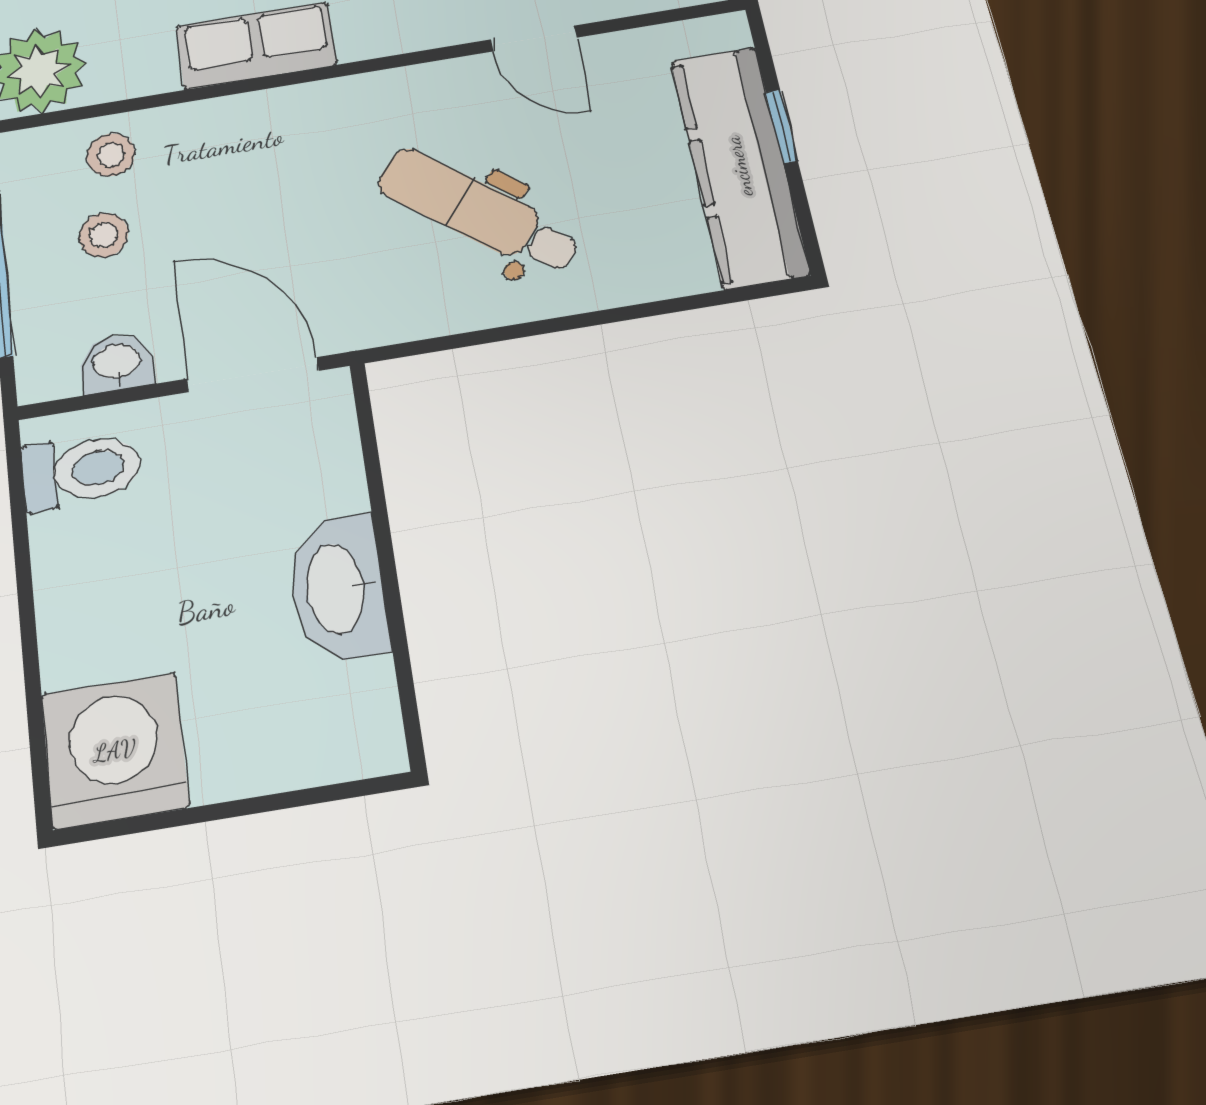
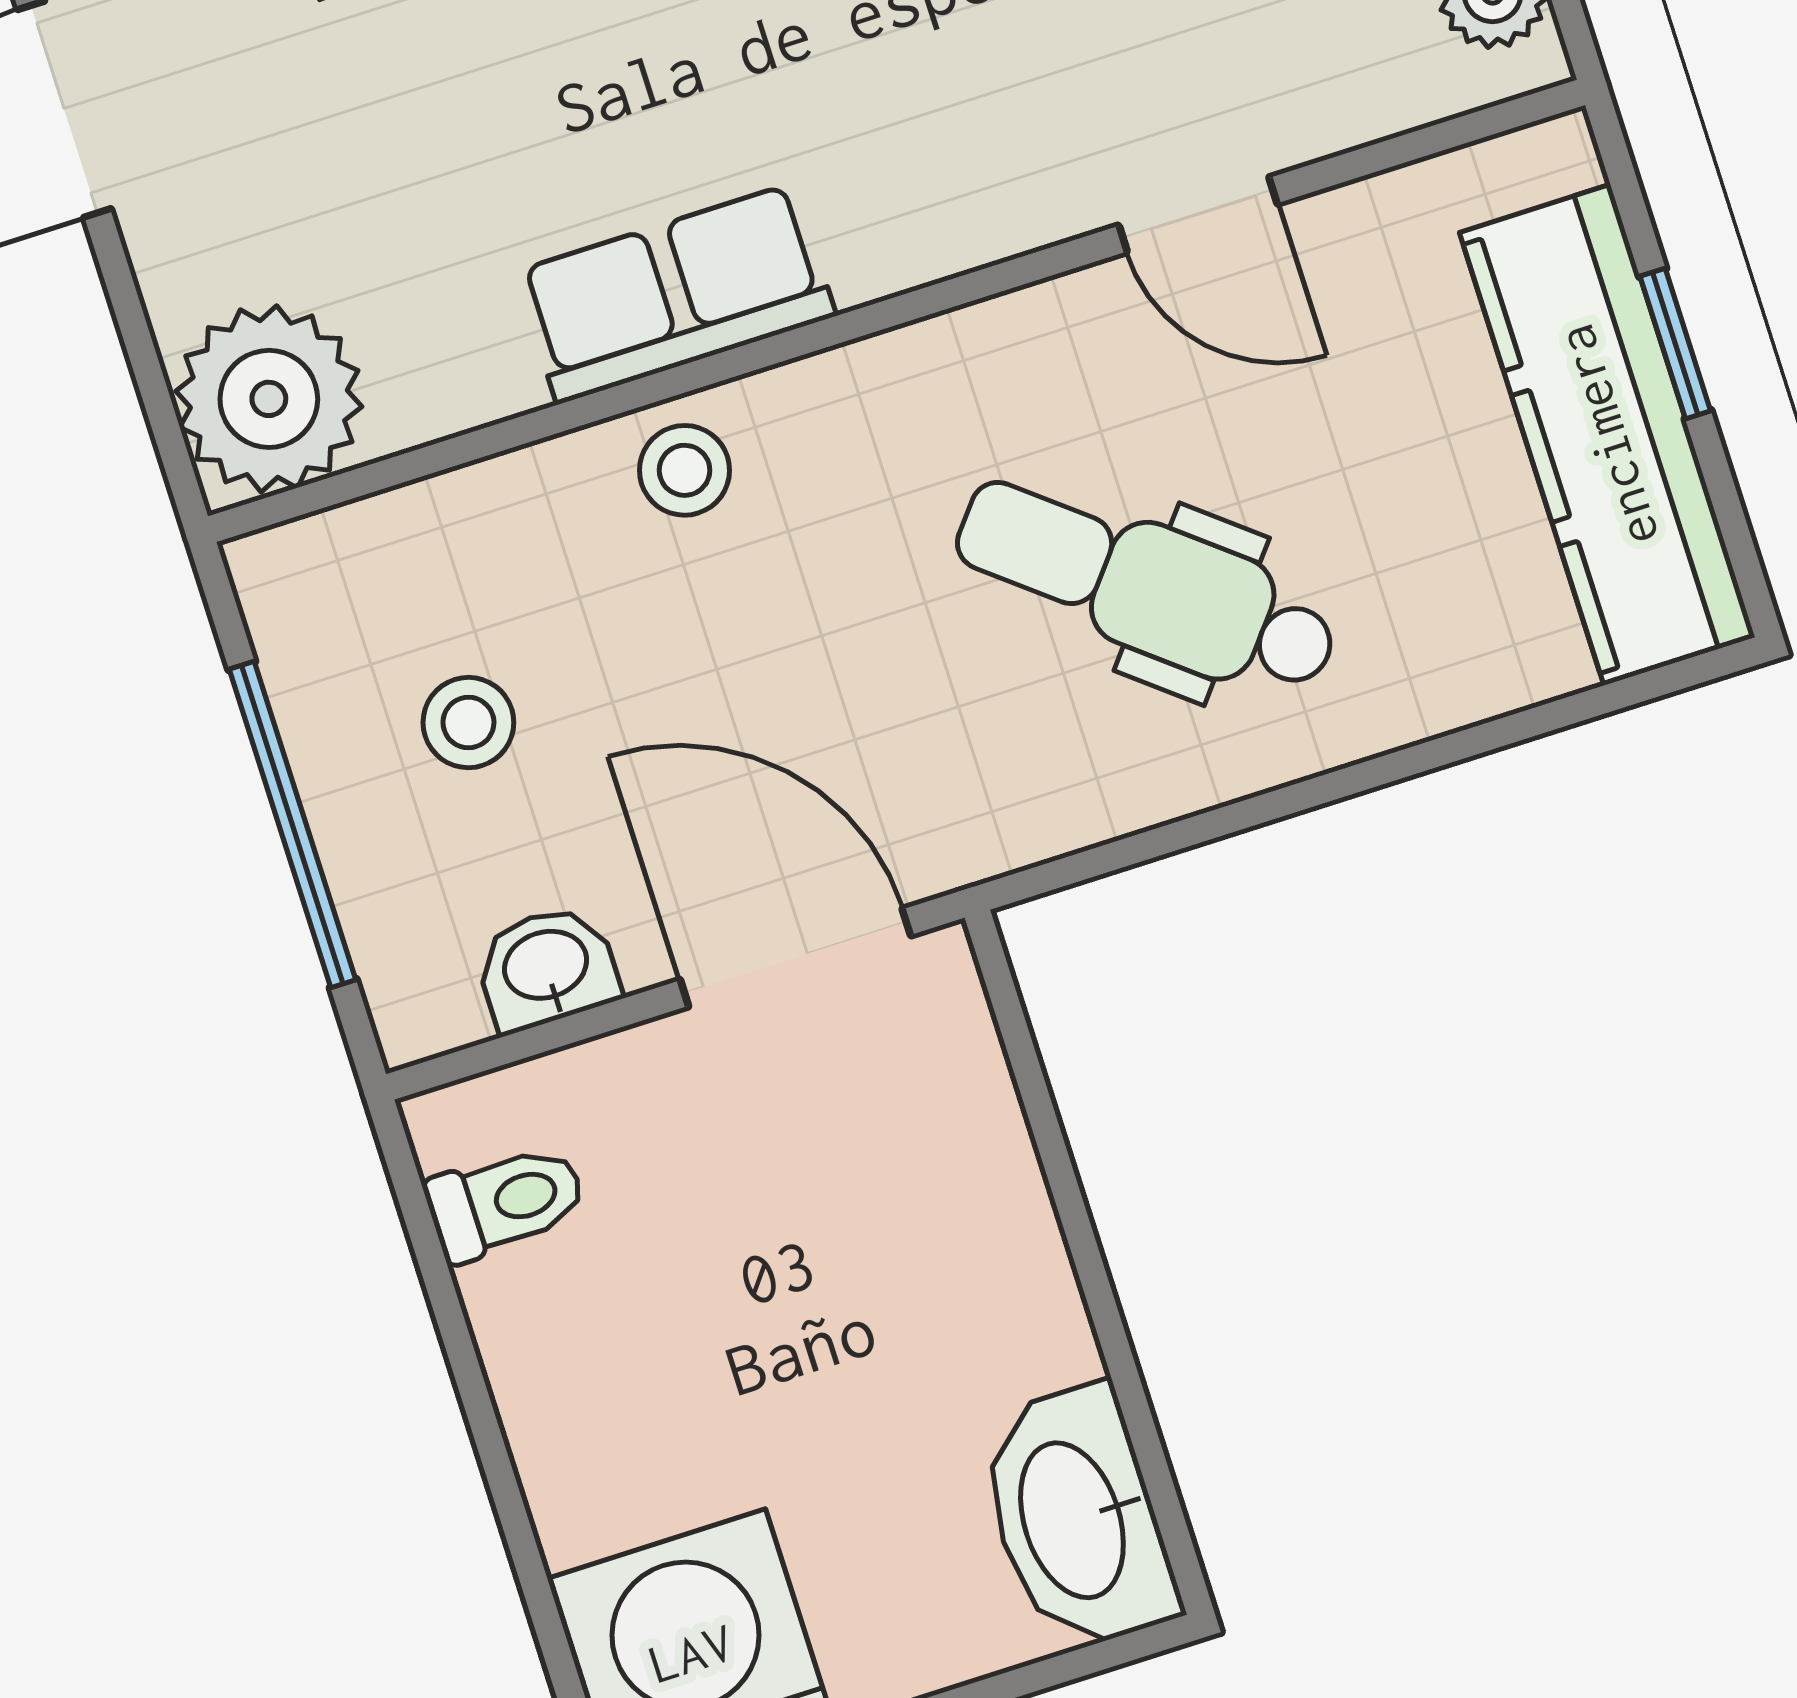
stool: (111, 155) -> (685, 470), moved
toilet: (82, 471) -> (506, 1202), width x0.73, depth x0.72
washbasin: (338, 588) -> (1076, 1519), moved

